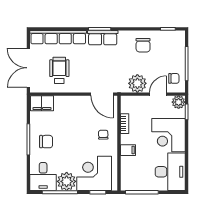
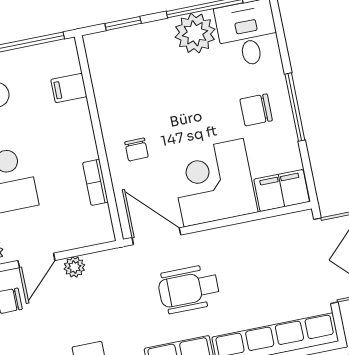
wheelchair: (59, 70) -> (189, 289), moved, turned 90
plant: (137, 83) -> (74, 267), width x0.53, depth x0.53
filing cabinet: (128, 150) -> (69, 88), moved
corner desk: (94, 173) -> (214, 183), moved, turned 180

